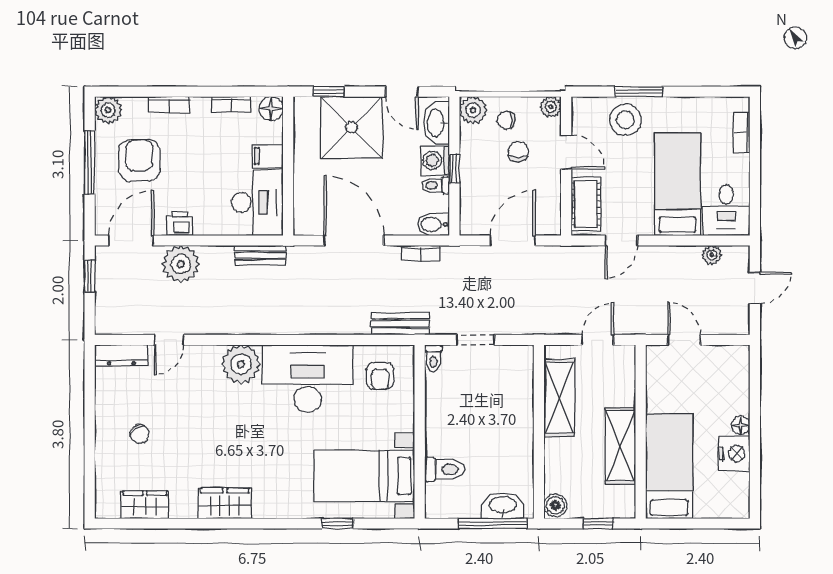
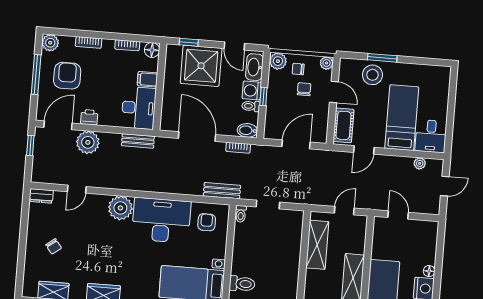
bookcase: (742, 132) -> (444, 88), removed
dresser: (121, 355) -> (41, 196), width x0.70
armchair: (380, 376) -> (207, 222), turned 180

